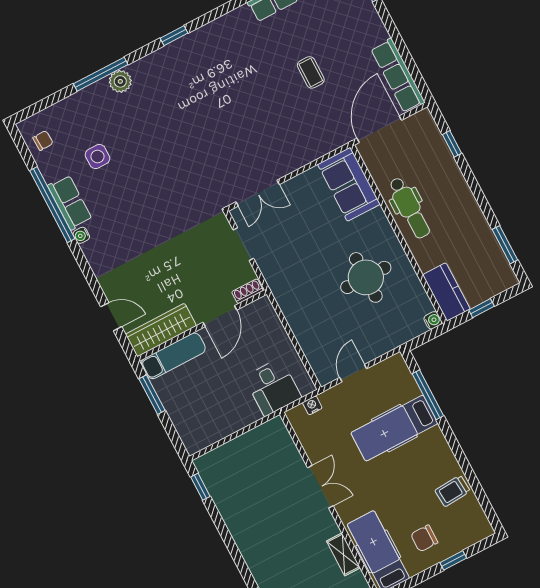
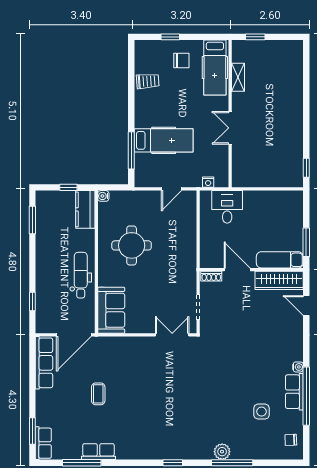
door: (220, 316) -> (237, 270), hinge flipped

